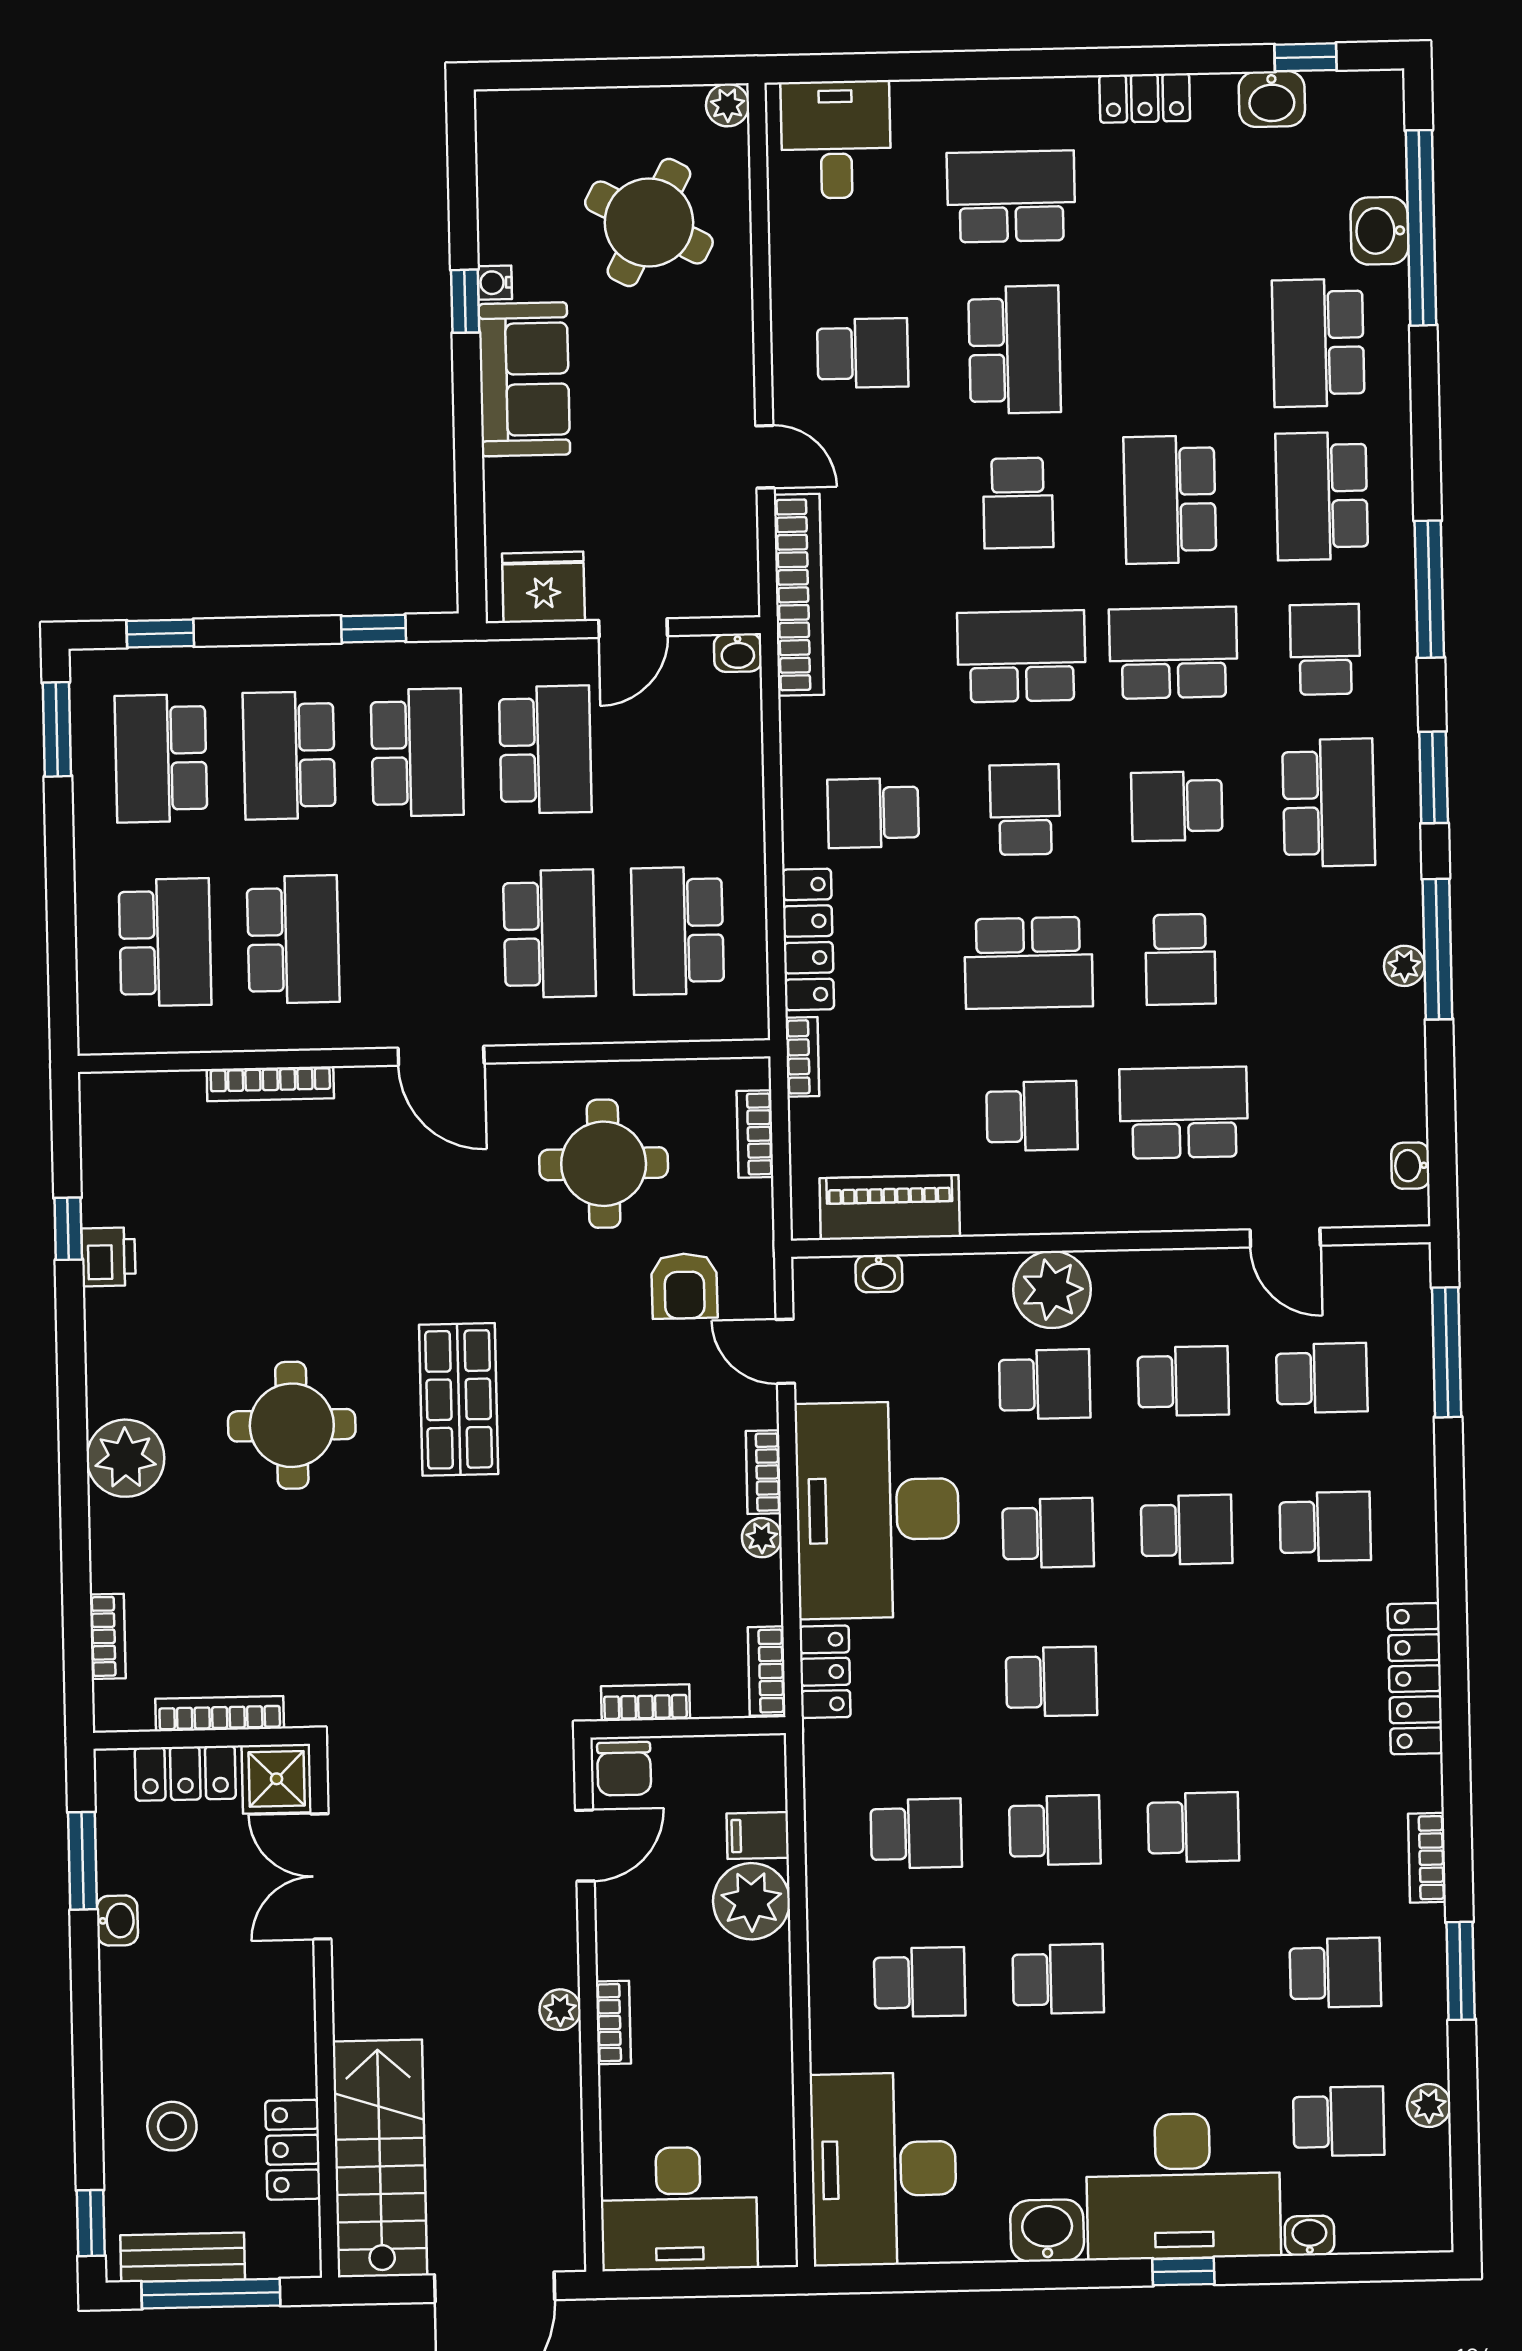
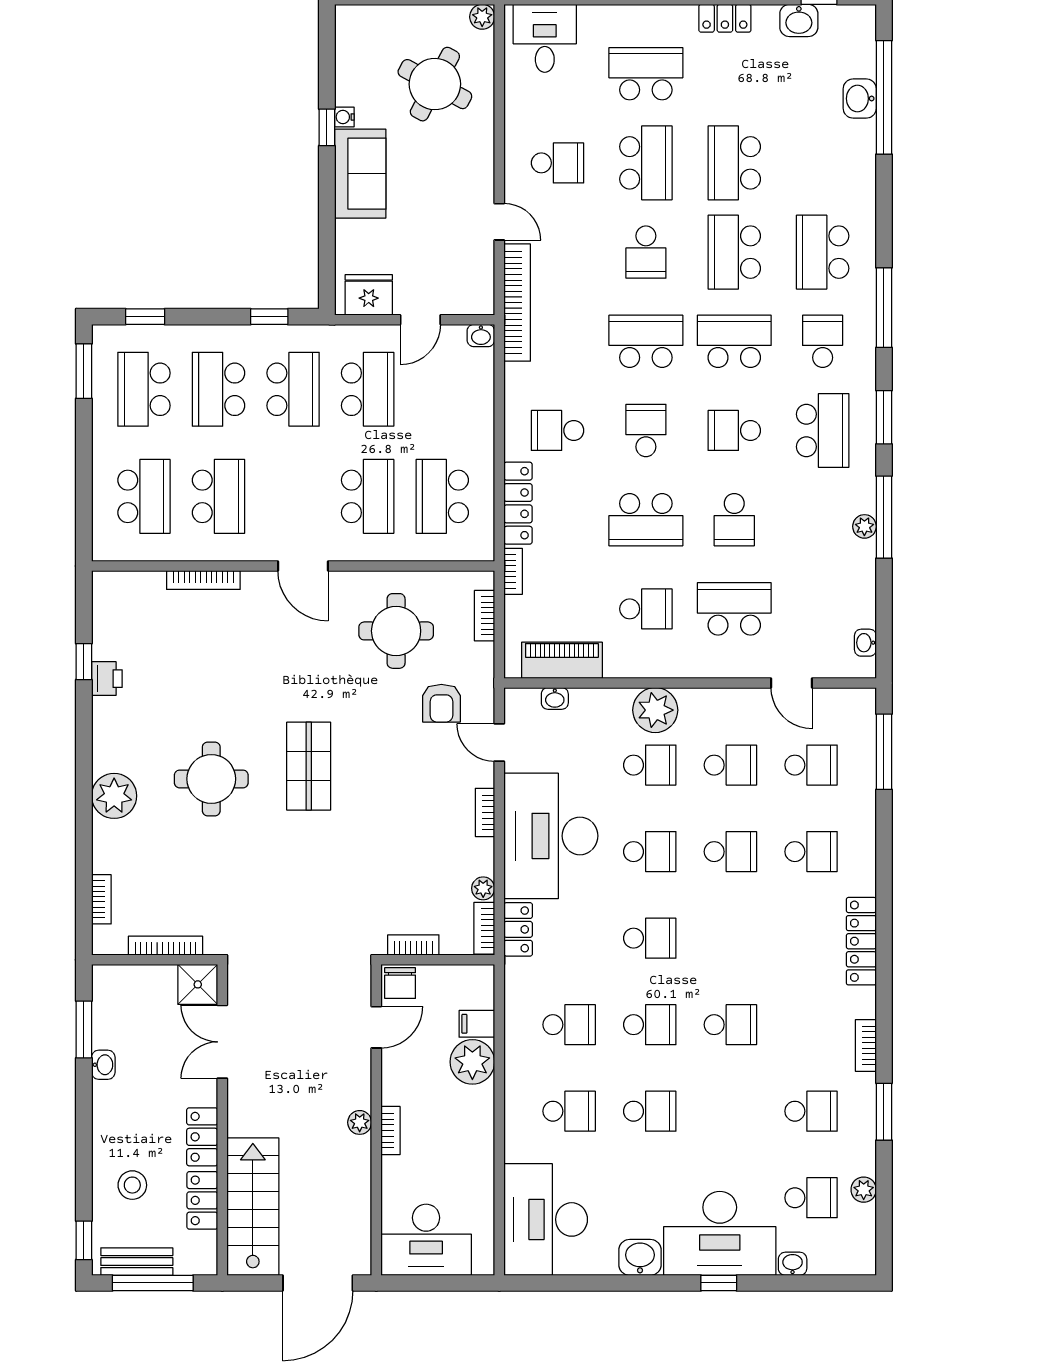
school desk: (1318, 343) -> (734, 163), moved
plant: (762, 1538) -> (483, 888), moved
locker: (185, 1773) -> (202, 1137), moved, turned 90

